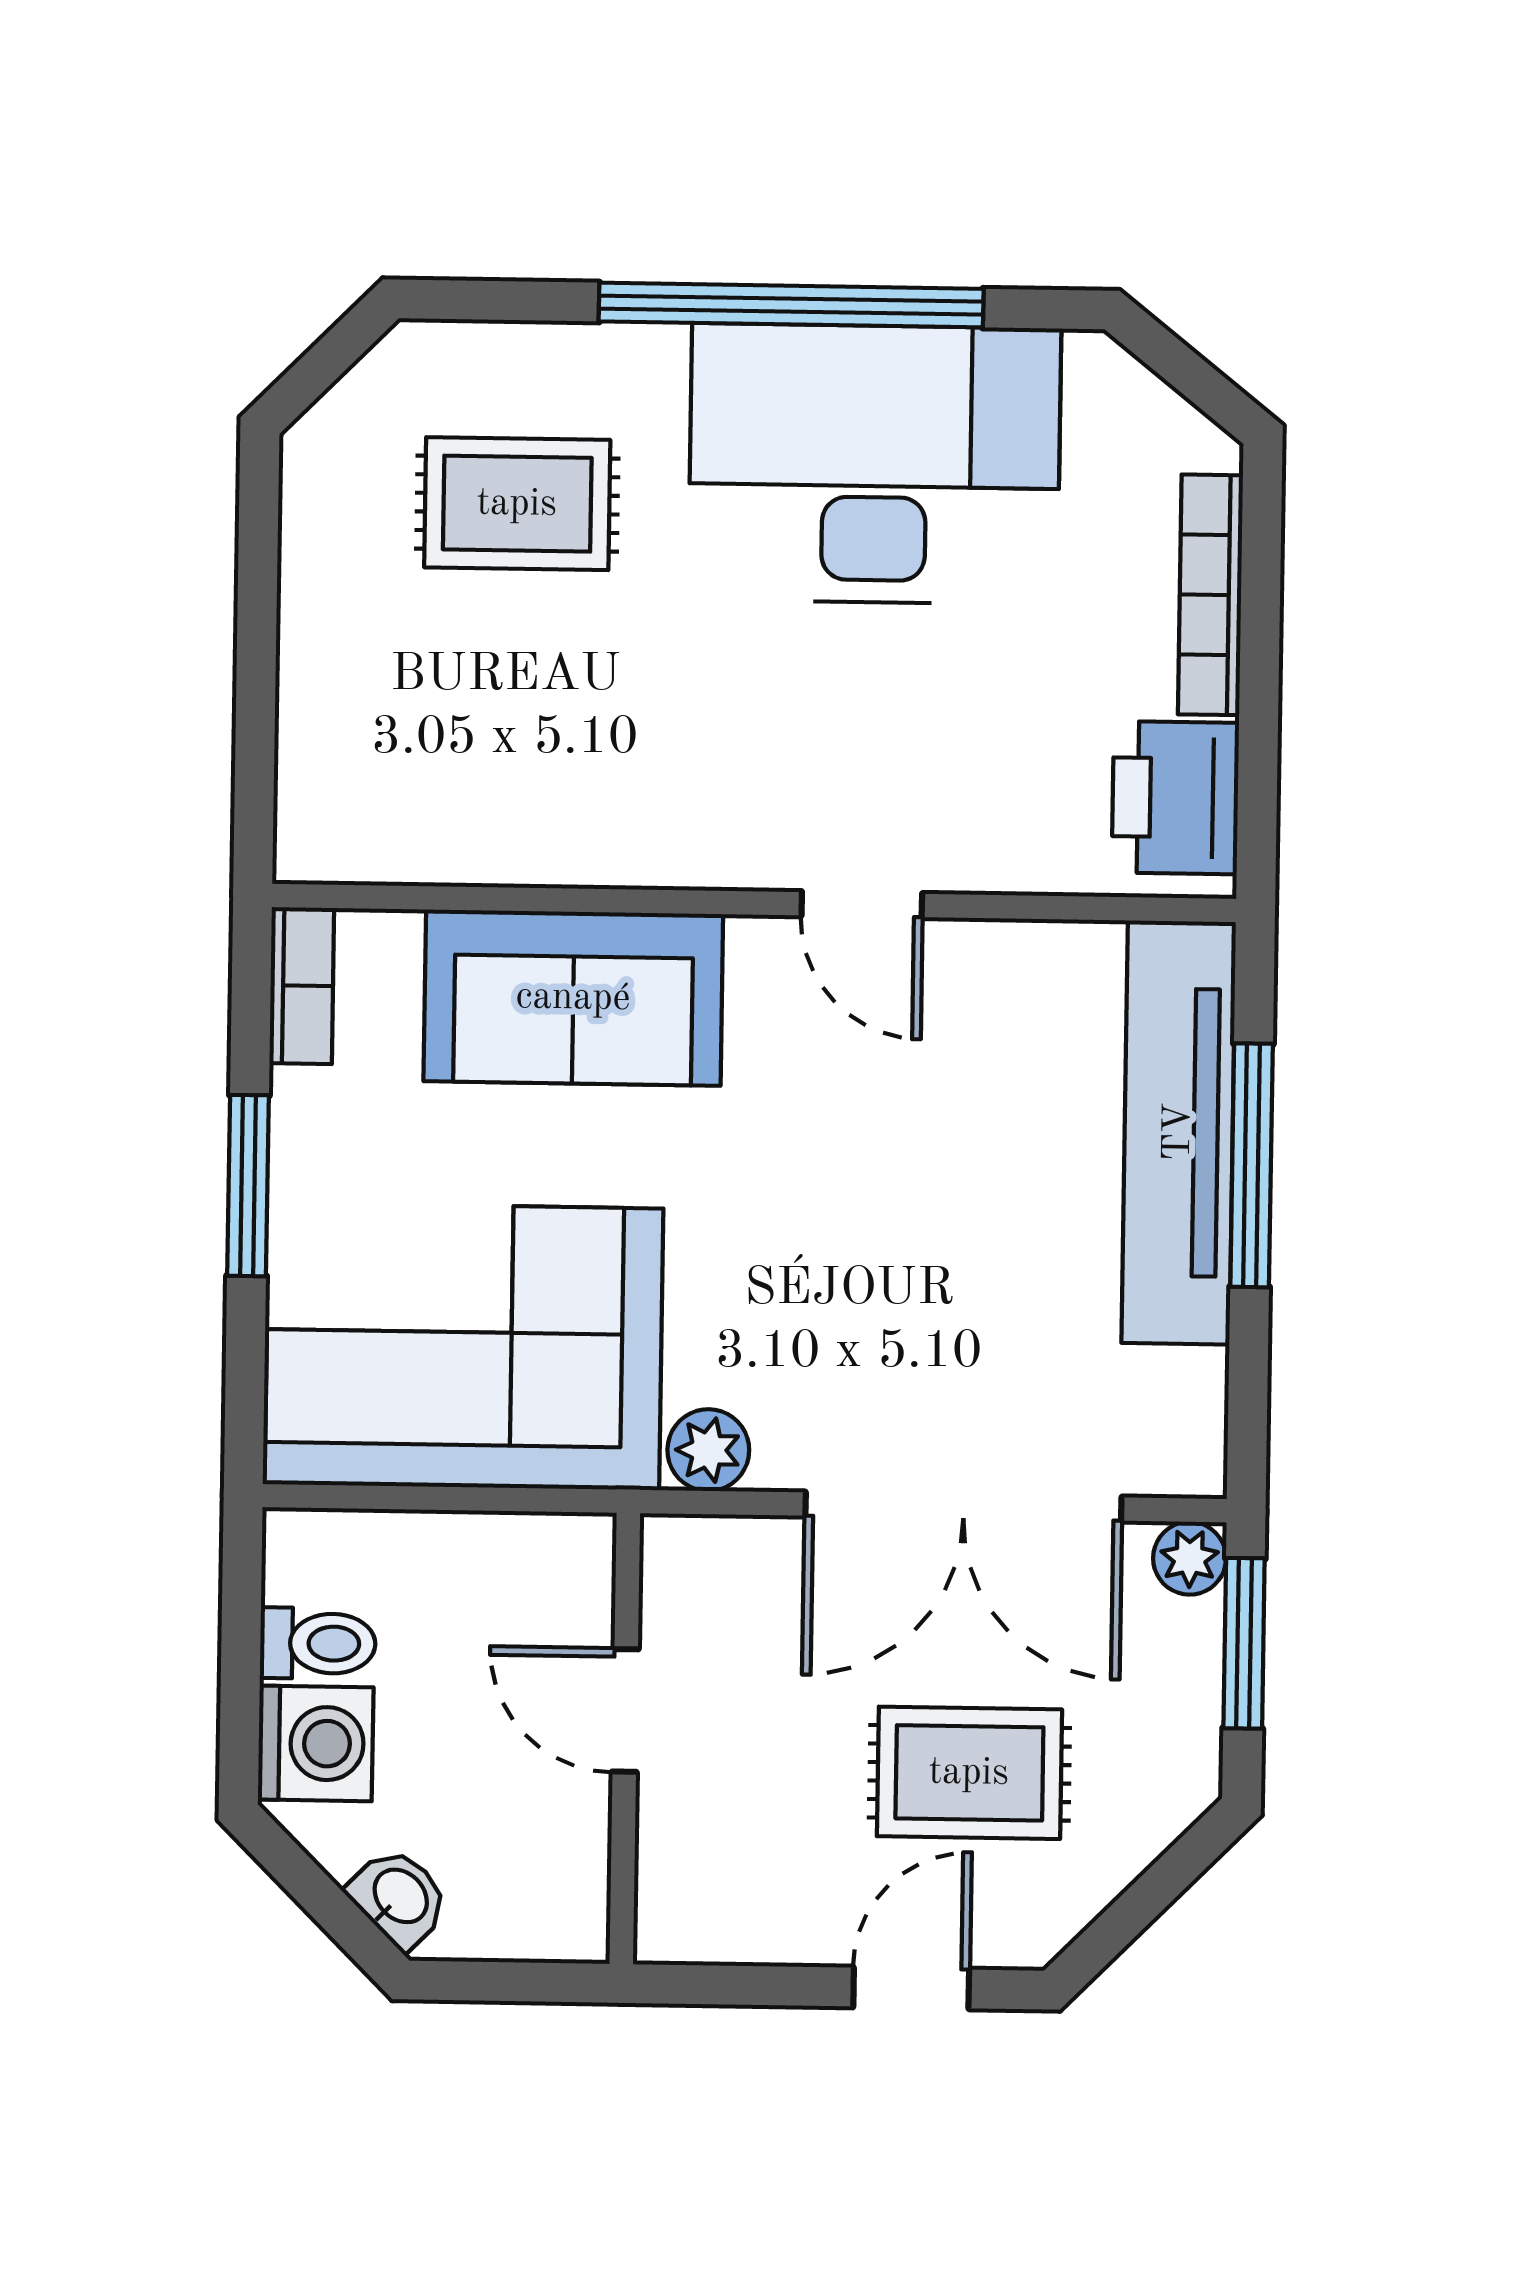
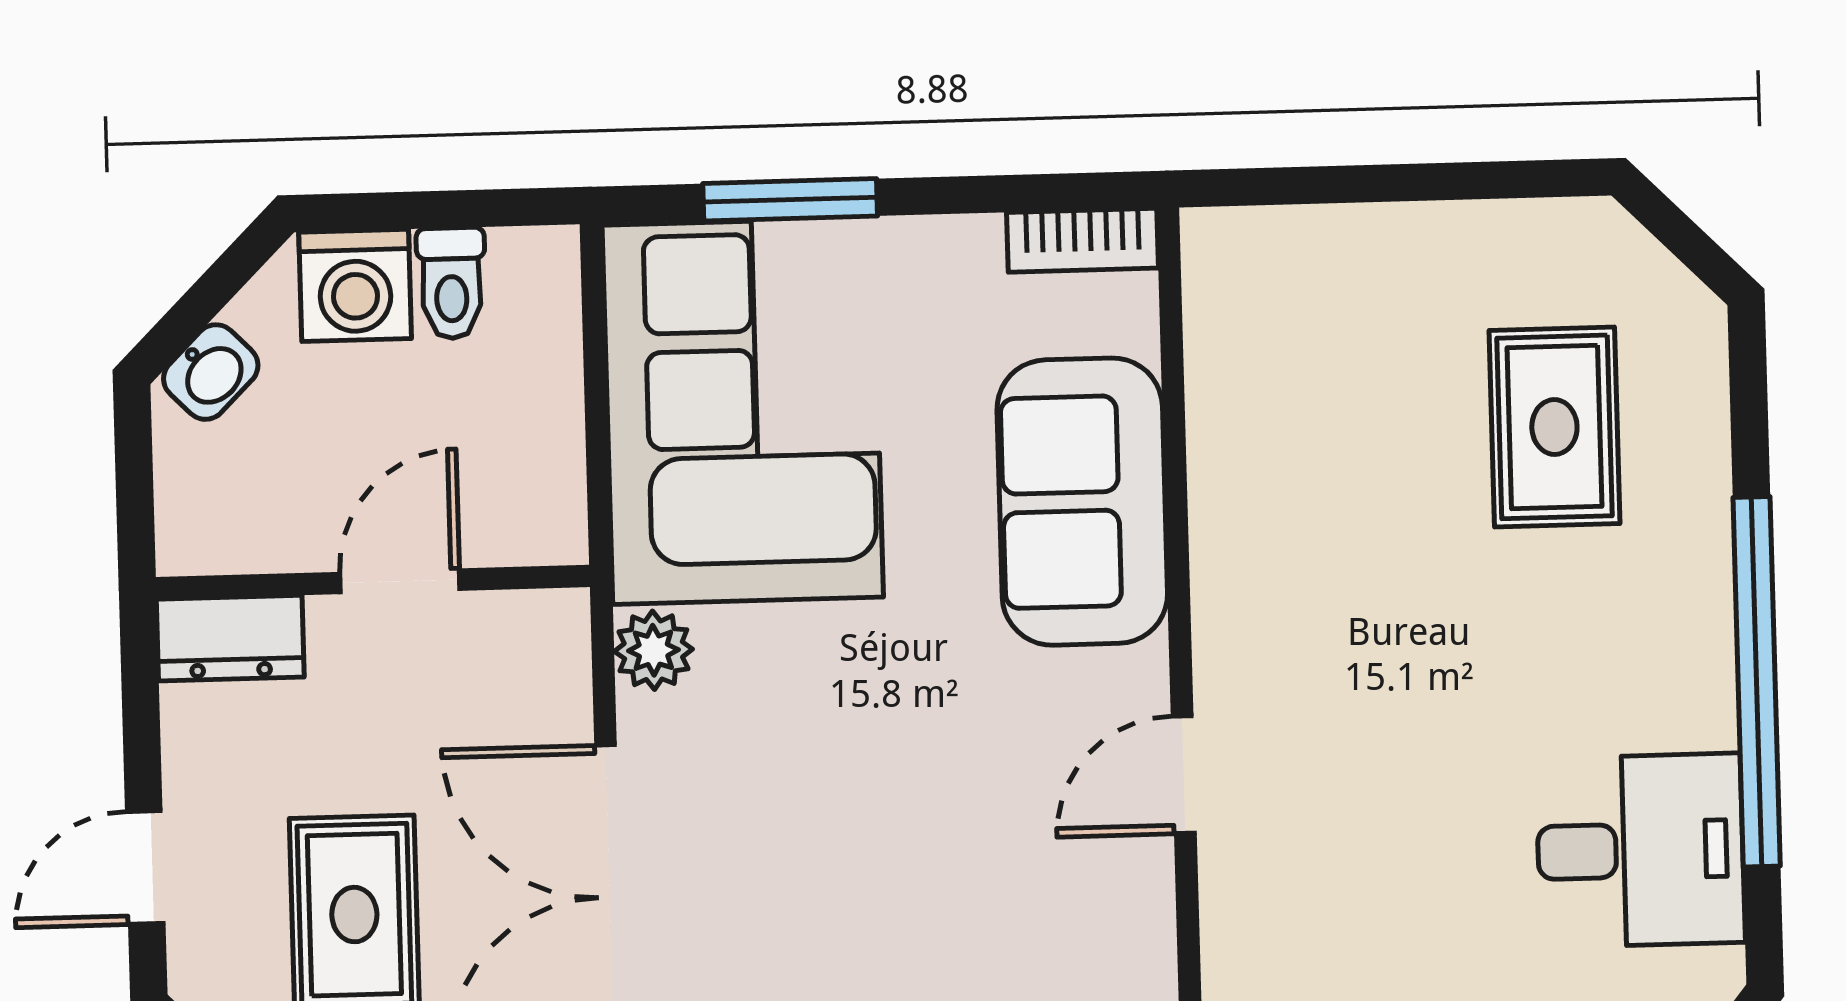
desk: (875, 464) -> (1640, 850), width x0.53, depth x0.77
window: (248, 1186) -> (790, 200), moved
dresser: (677, 1889) -> (230, 638), added
door: (911, 1988) -> (145, 868), swing flipped

